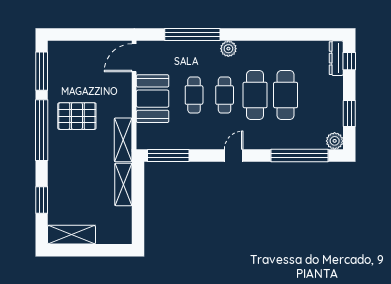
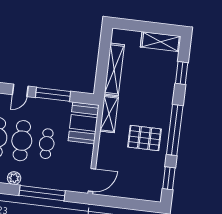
window: (42, 71) -> (169, 178), width x0.69
cafe table: (225, 95) -> (22, 141), width x1.37, depth x1.35
booth: (153, 99) -> (84, 123), moved
window: (168, 155) -> (53, 94), moved
shelving: (123, 184) -> (114, 69), width x1.47

